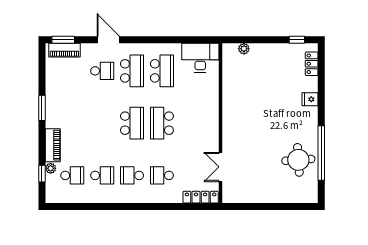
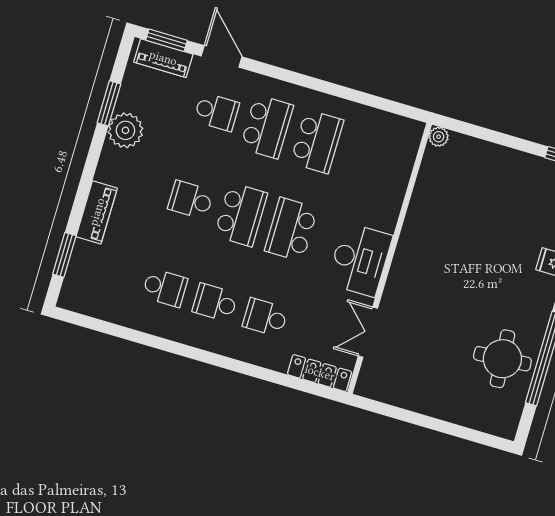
door: (108, 40) -> (222, 56), moved
plant: (244, 49) -> (439, 137), moved
desk: (200, 58) -> (360, 260), moved, turned 90
window: (42, 108) -> (109, 103), moved
plant: (51, 168) -> (125, 130), moved, width x1.88, depth x1.88
window: (42, 174) -> (64, 255), width x1.50
school desk: (72, 175) -> (191, 200), moved, turned 180

